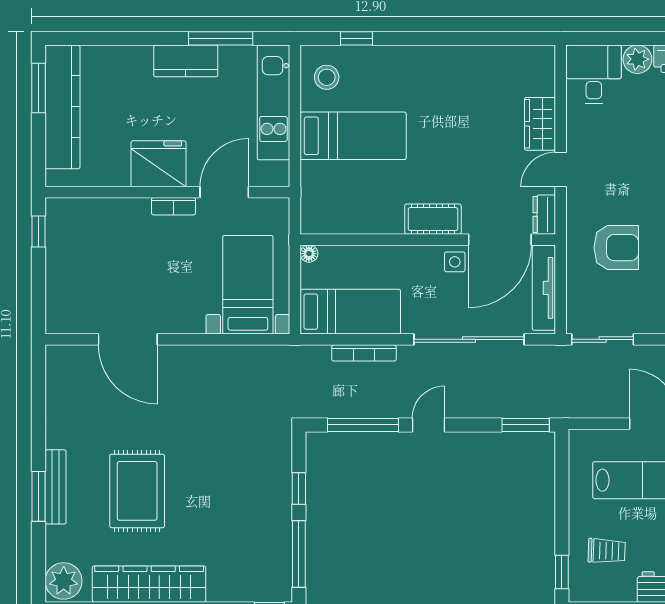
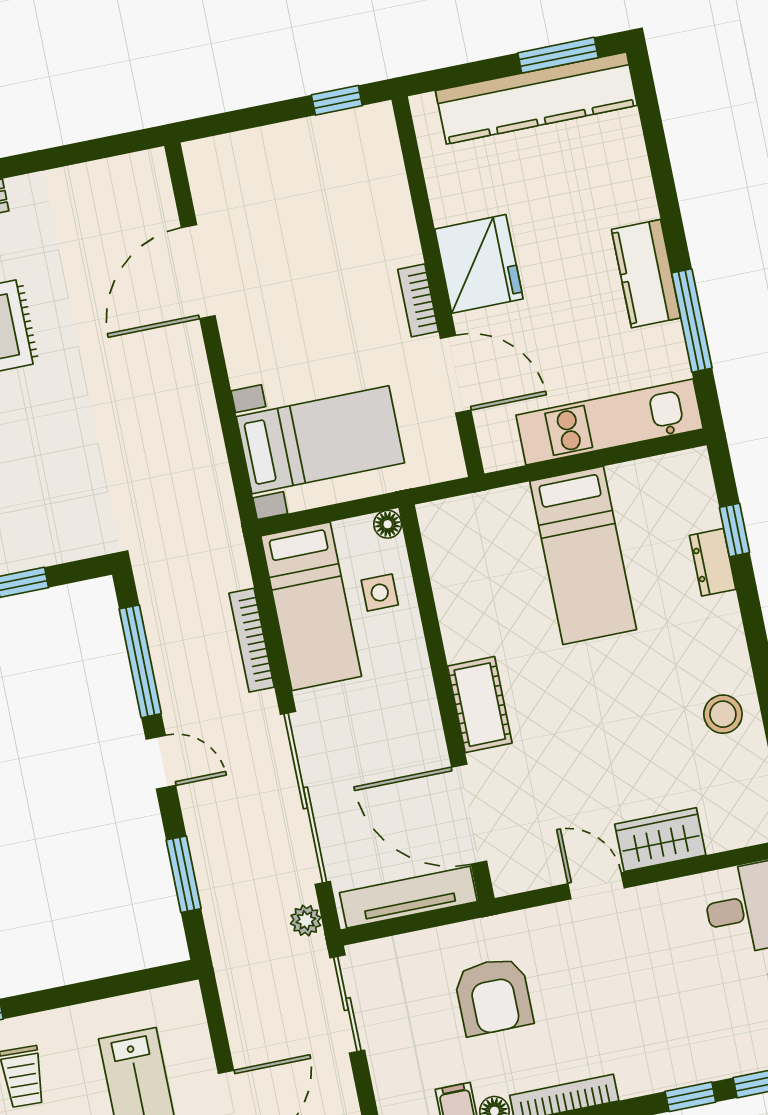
stool: (327, 77) -> (723, 714), moved
dresser: (544, 215) -> (713, 562), moved, turned -90
side table: (455, 262) -> (380, 593), moved
plant: (545, 355) -> (306, 920), added
window: (526, 425) -> (184, 874), moved

